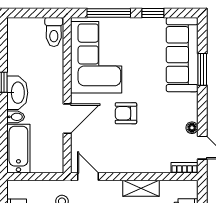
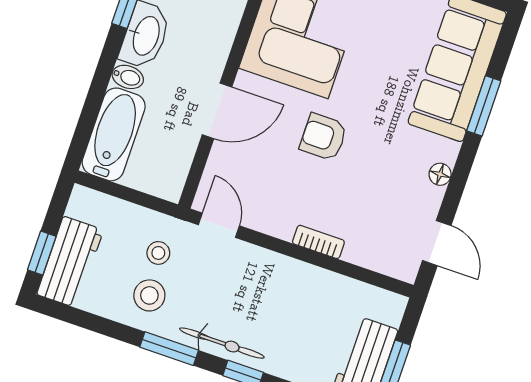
floor lamp: (192, 128) -> (440, 174), moved
bookcase: (184, 168) -> (318, 242), moved
shelving: (141, 188) -> (305, 278), removed

